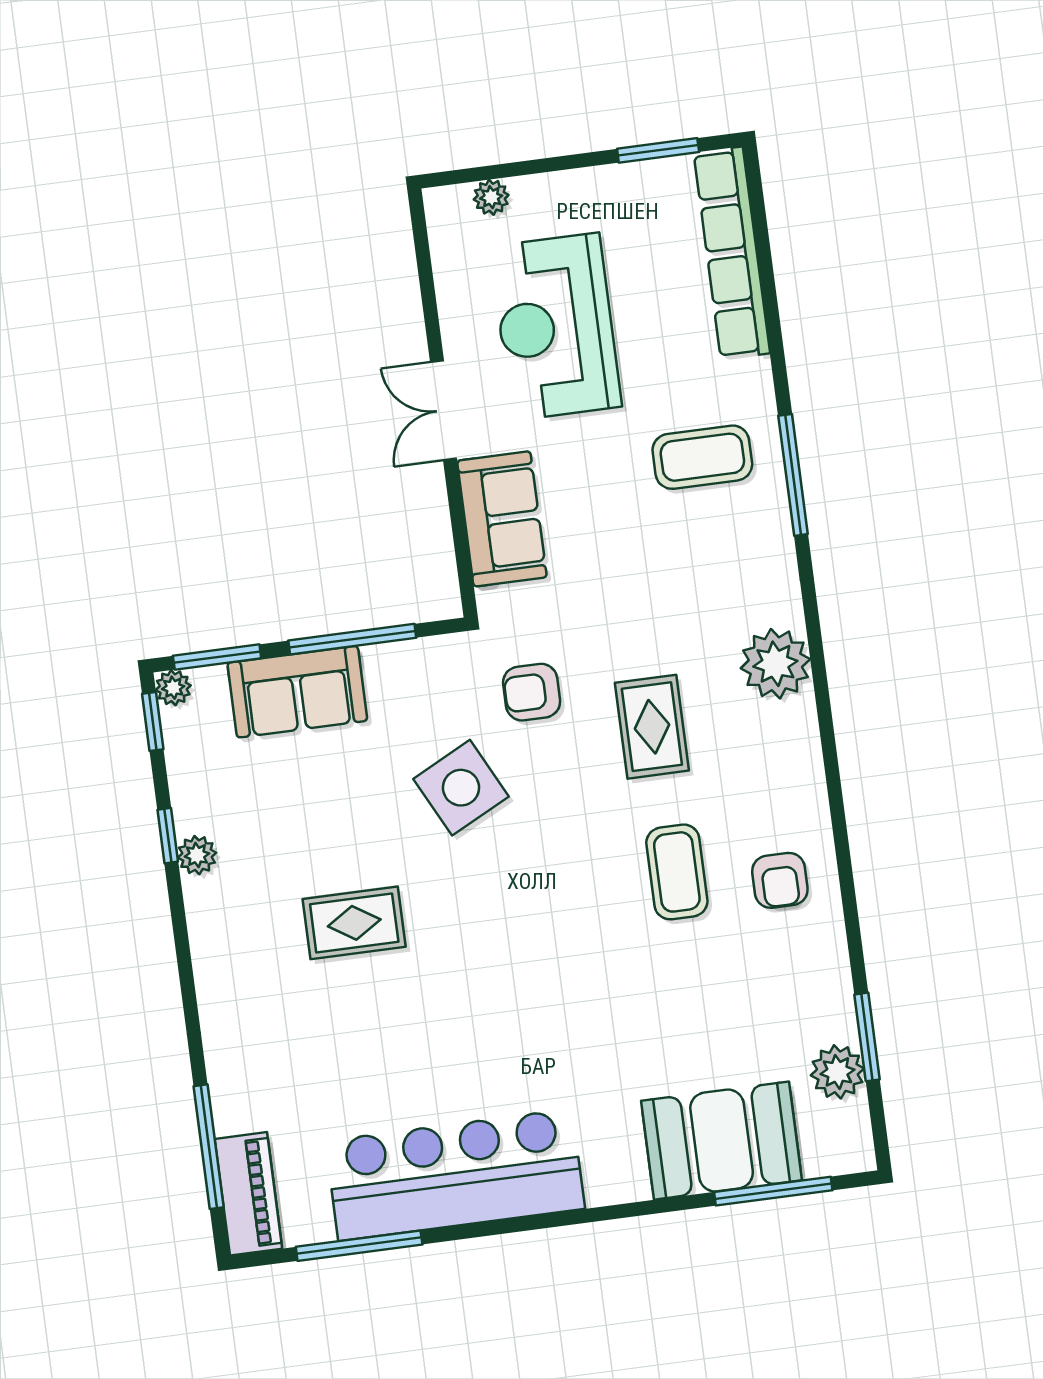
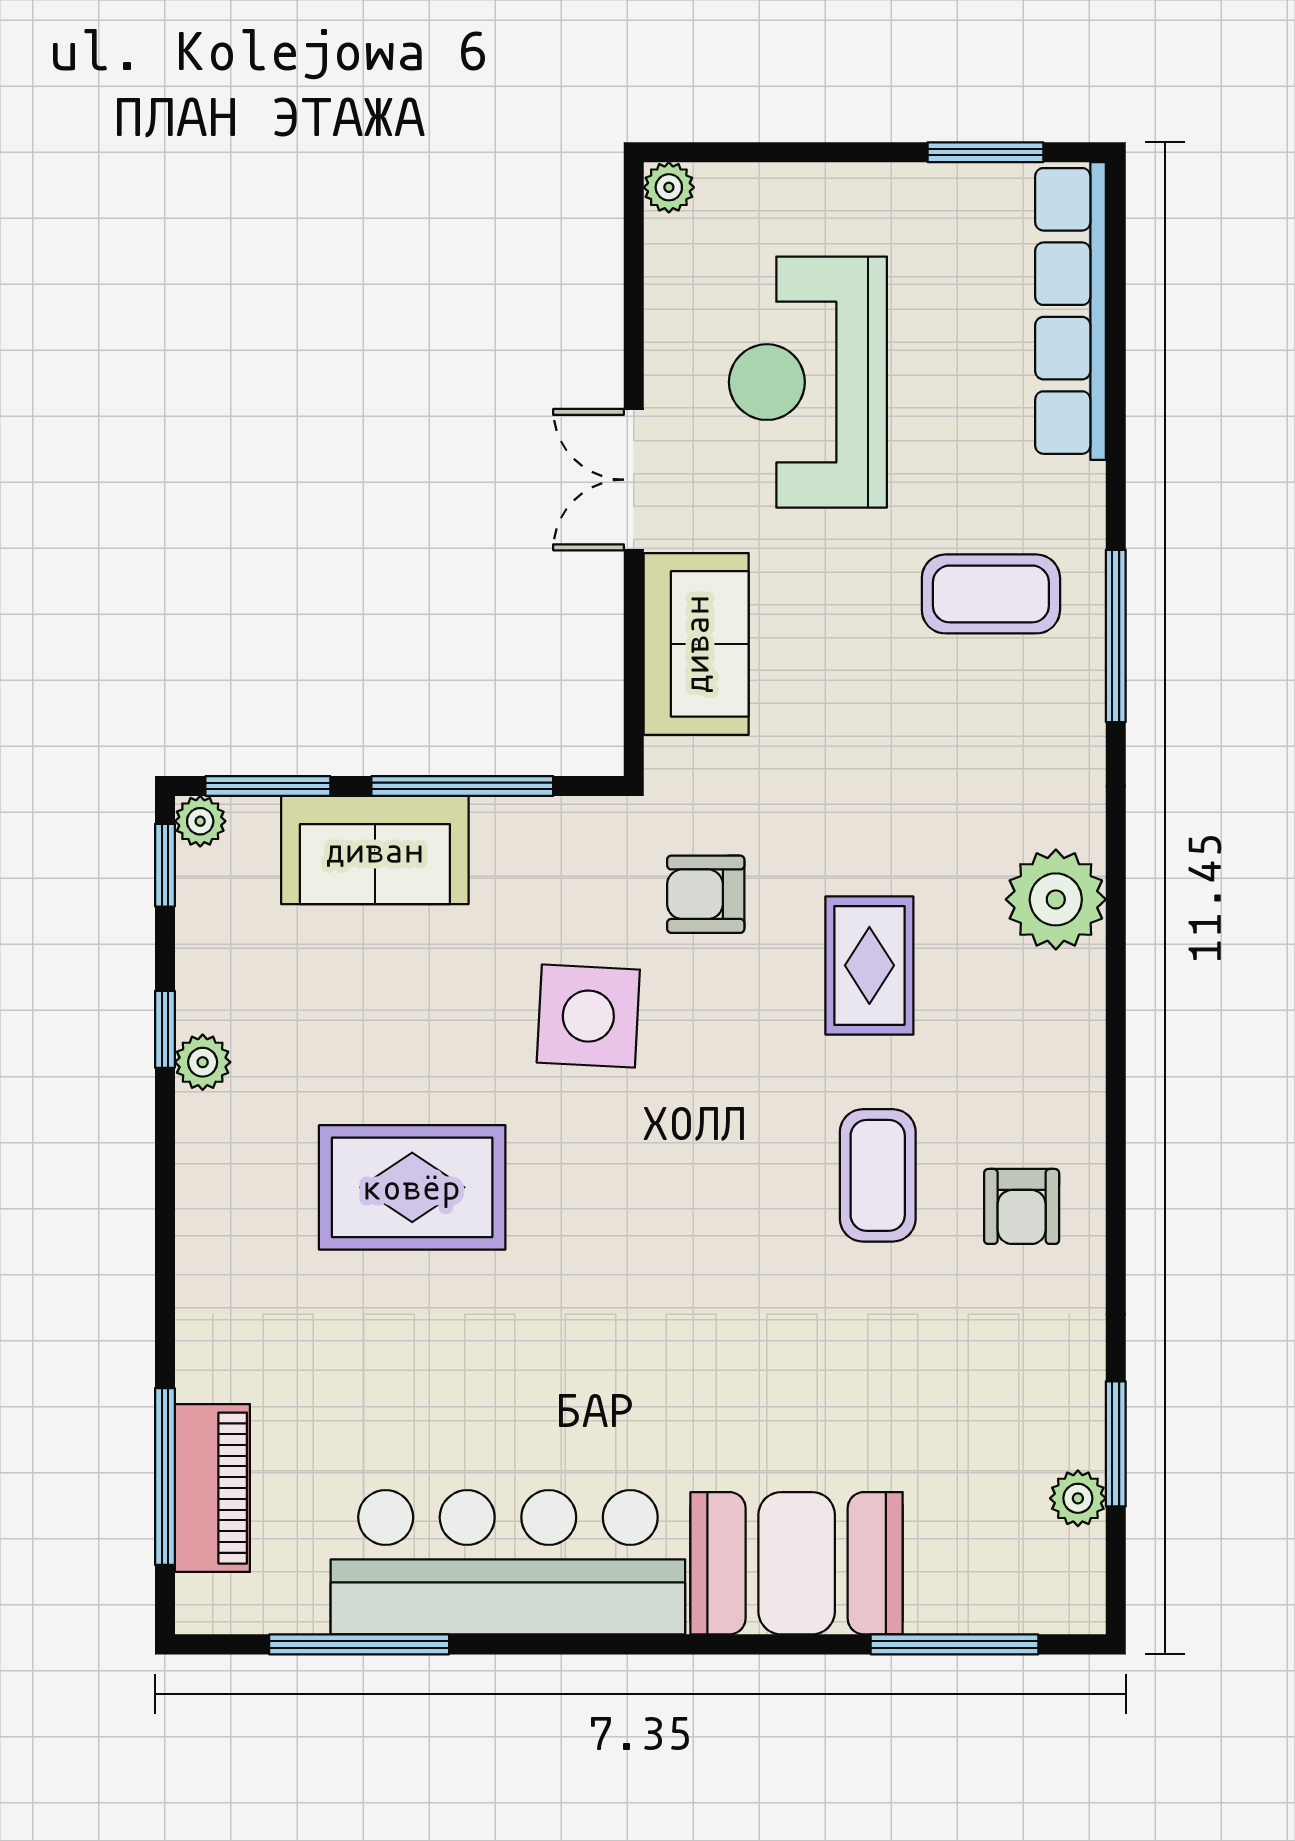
plant: (491, 197) -> (669, 187), moved
side table: (461, 788) -> (588, 1016), turned 30
rug: (354, 923) -> (412, 1187), width x1.36, depth x1.43
plant: (837, 1072) -> (1078, 1498), width x0.73, depth x0.73
booth: (722, 1141) -> (797, 1563), moved
piano: (248, 1194) -> (212, 1488), moved

